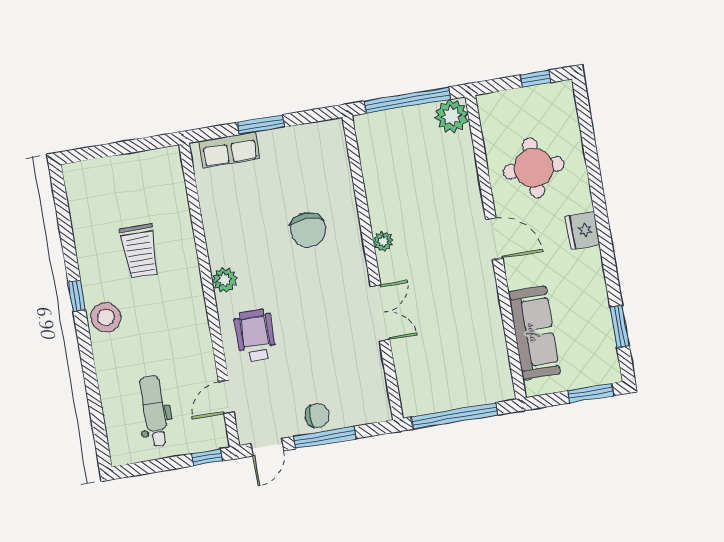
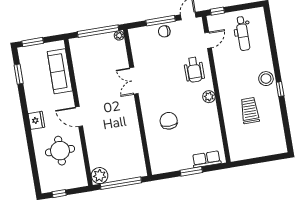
plant: (383, 241) -> (119, 35), moved

